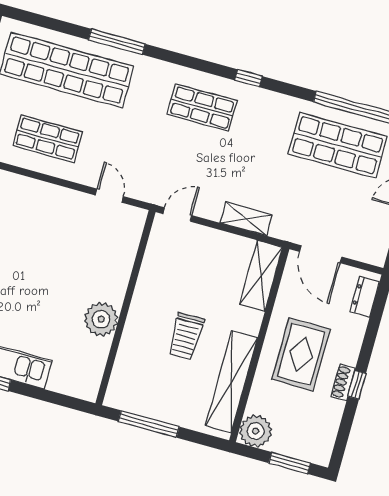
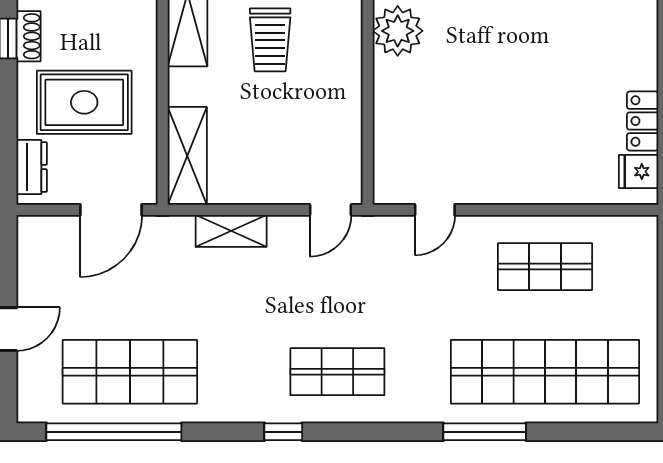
door: (109, 196) -> (435, 210), hinge flipped
door: (321, 254) -> (111, 210), swing flipped
trolley: (186, 336) -> (270, 40), turned 180
rug: (301, 354) -> (84, 102), moved, turned 90

